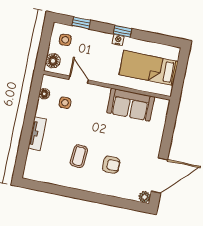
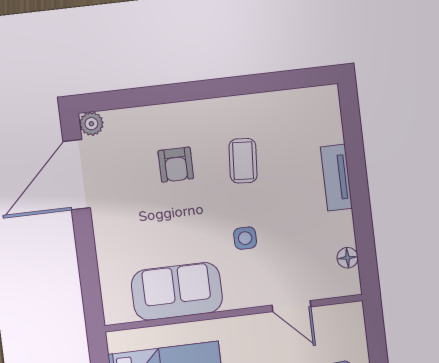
floor lamp: (53, 61) -> (351, 325), removed
side table: (65, 103) -> (245, 238), moved
armchair: (111, 165) -> (176, 165), turned -90

